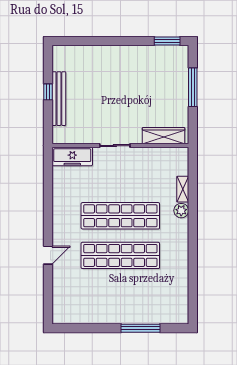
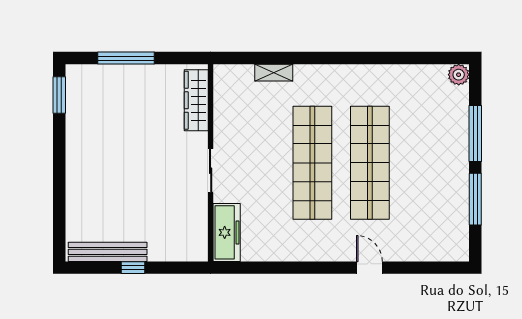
bench: (59, 99) -> (108, 252), moved
plant: (181, 211) -> (459, 75), moved
window: (95, 328) -> (475, 199), added

